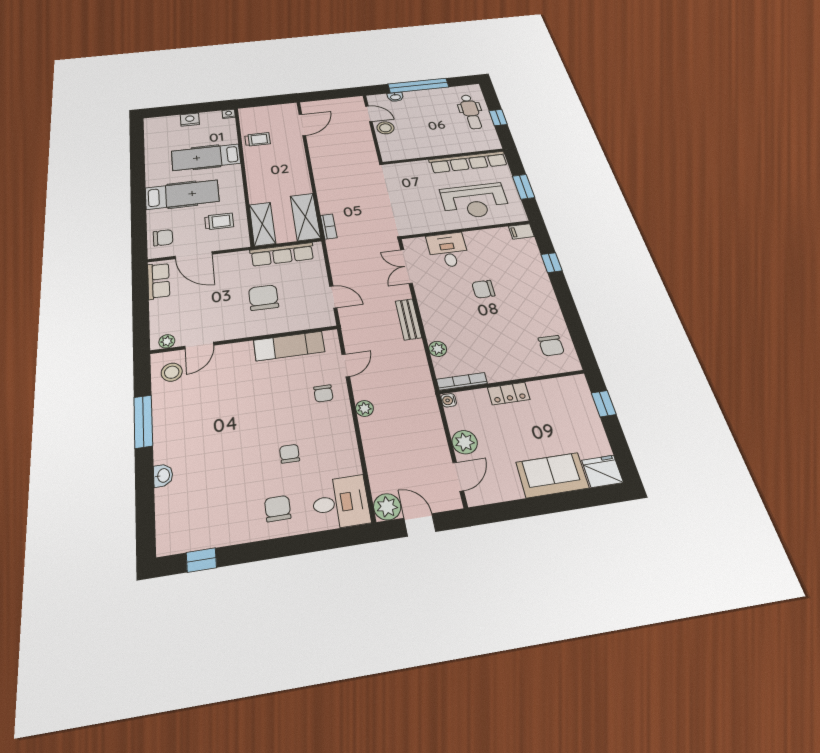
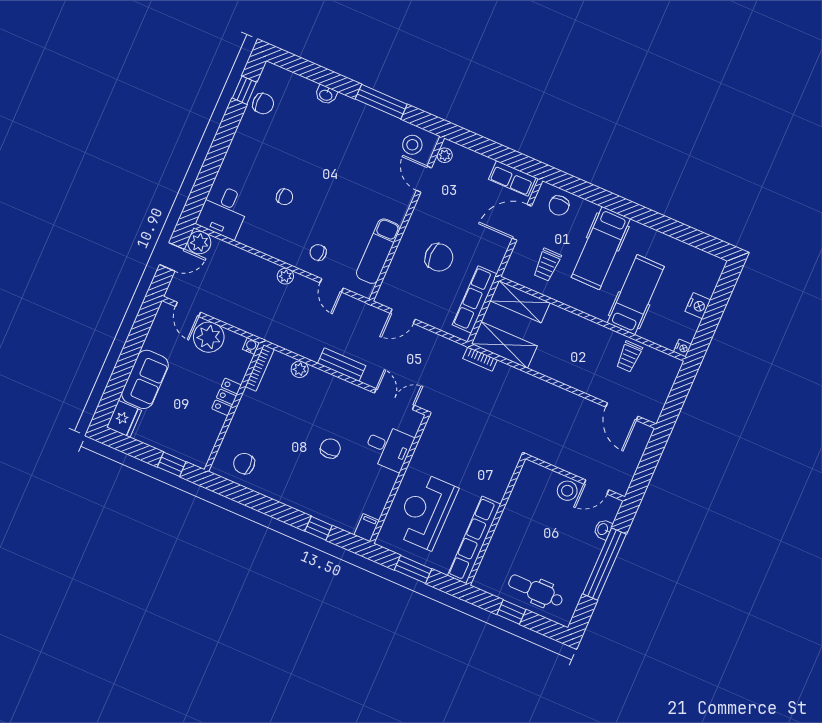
plant: (465, 442) -> (209, 337), width x1.36, depth x1.36
chair: (278, 509) -> (263, 104), moved

